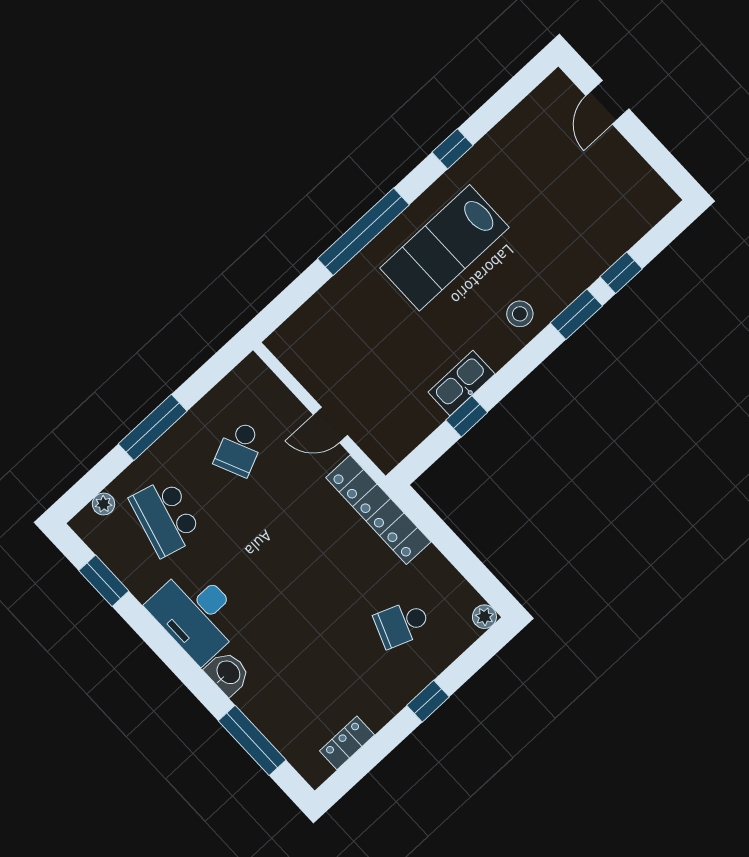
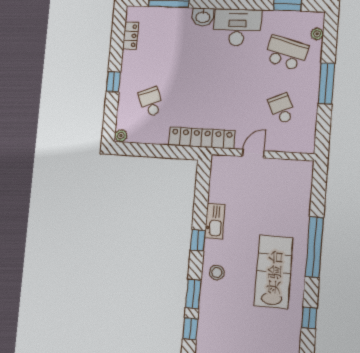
window: (467, 416) -> (198, 240), moved
school desk: (402, 624) -> (151, 102), turned -42

